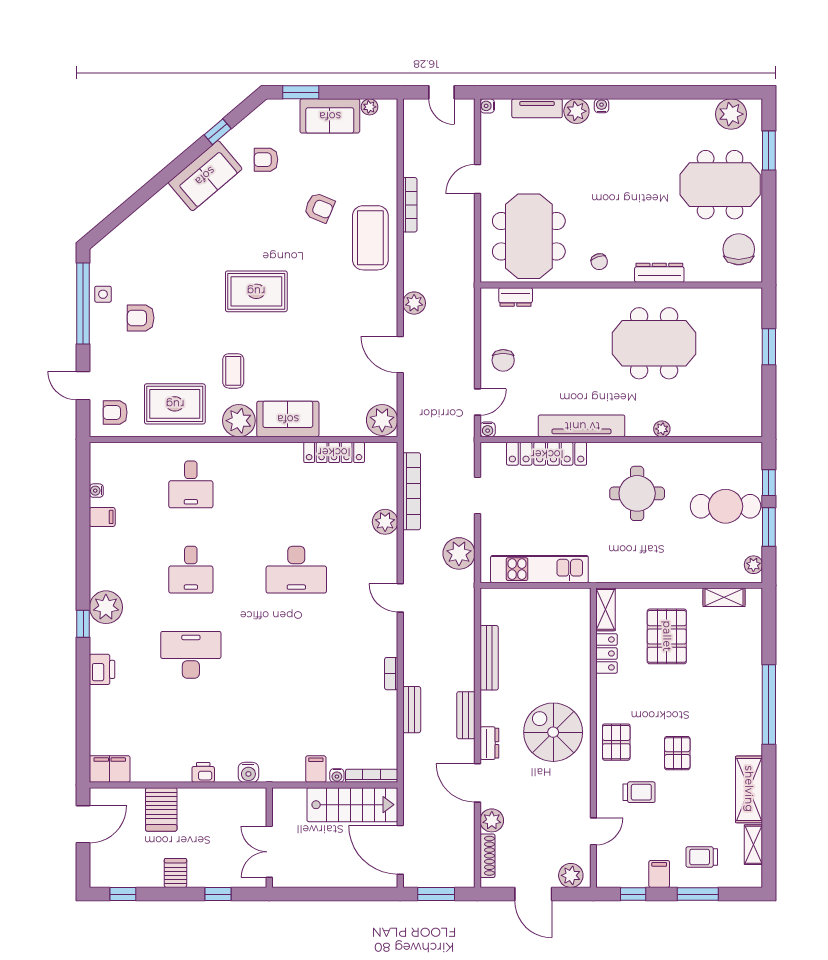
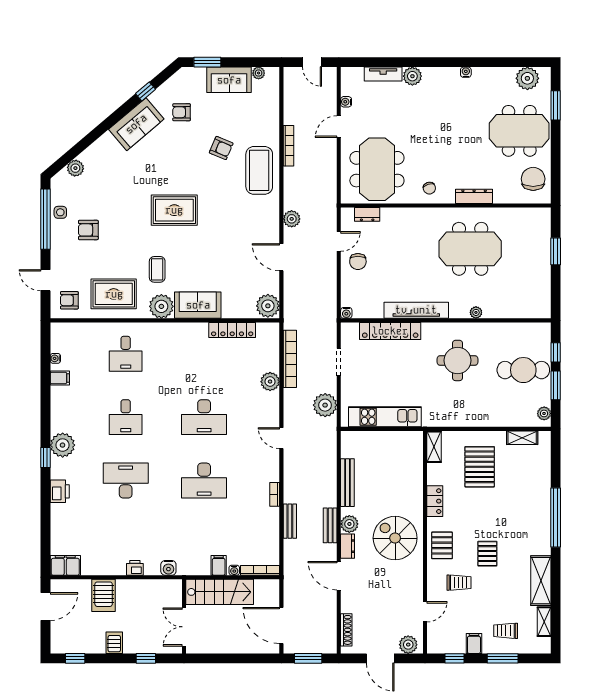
water cooler: (487, 106) -> (346, 102), moved
water cooler: (602, 106) -> (466, 72), moved
plant: (123, 235) -> (75, 168), added
door: (477, 402) -> (339, 241), moved
locker: (607, 653) -> (435, 501), moved
desk: (296, 655) -> (204, 481), added
stairs: (352, 805) -> (220, 592), moved
plant: (492, 820) -> (349, 524), moved

